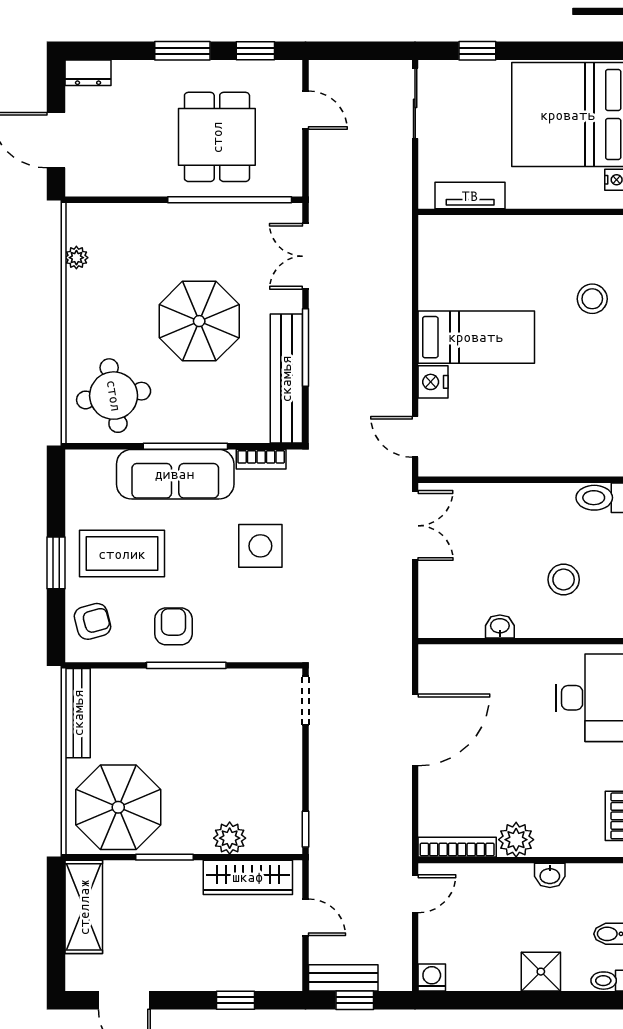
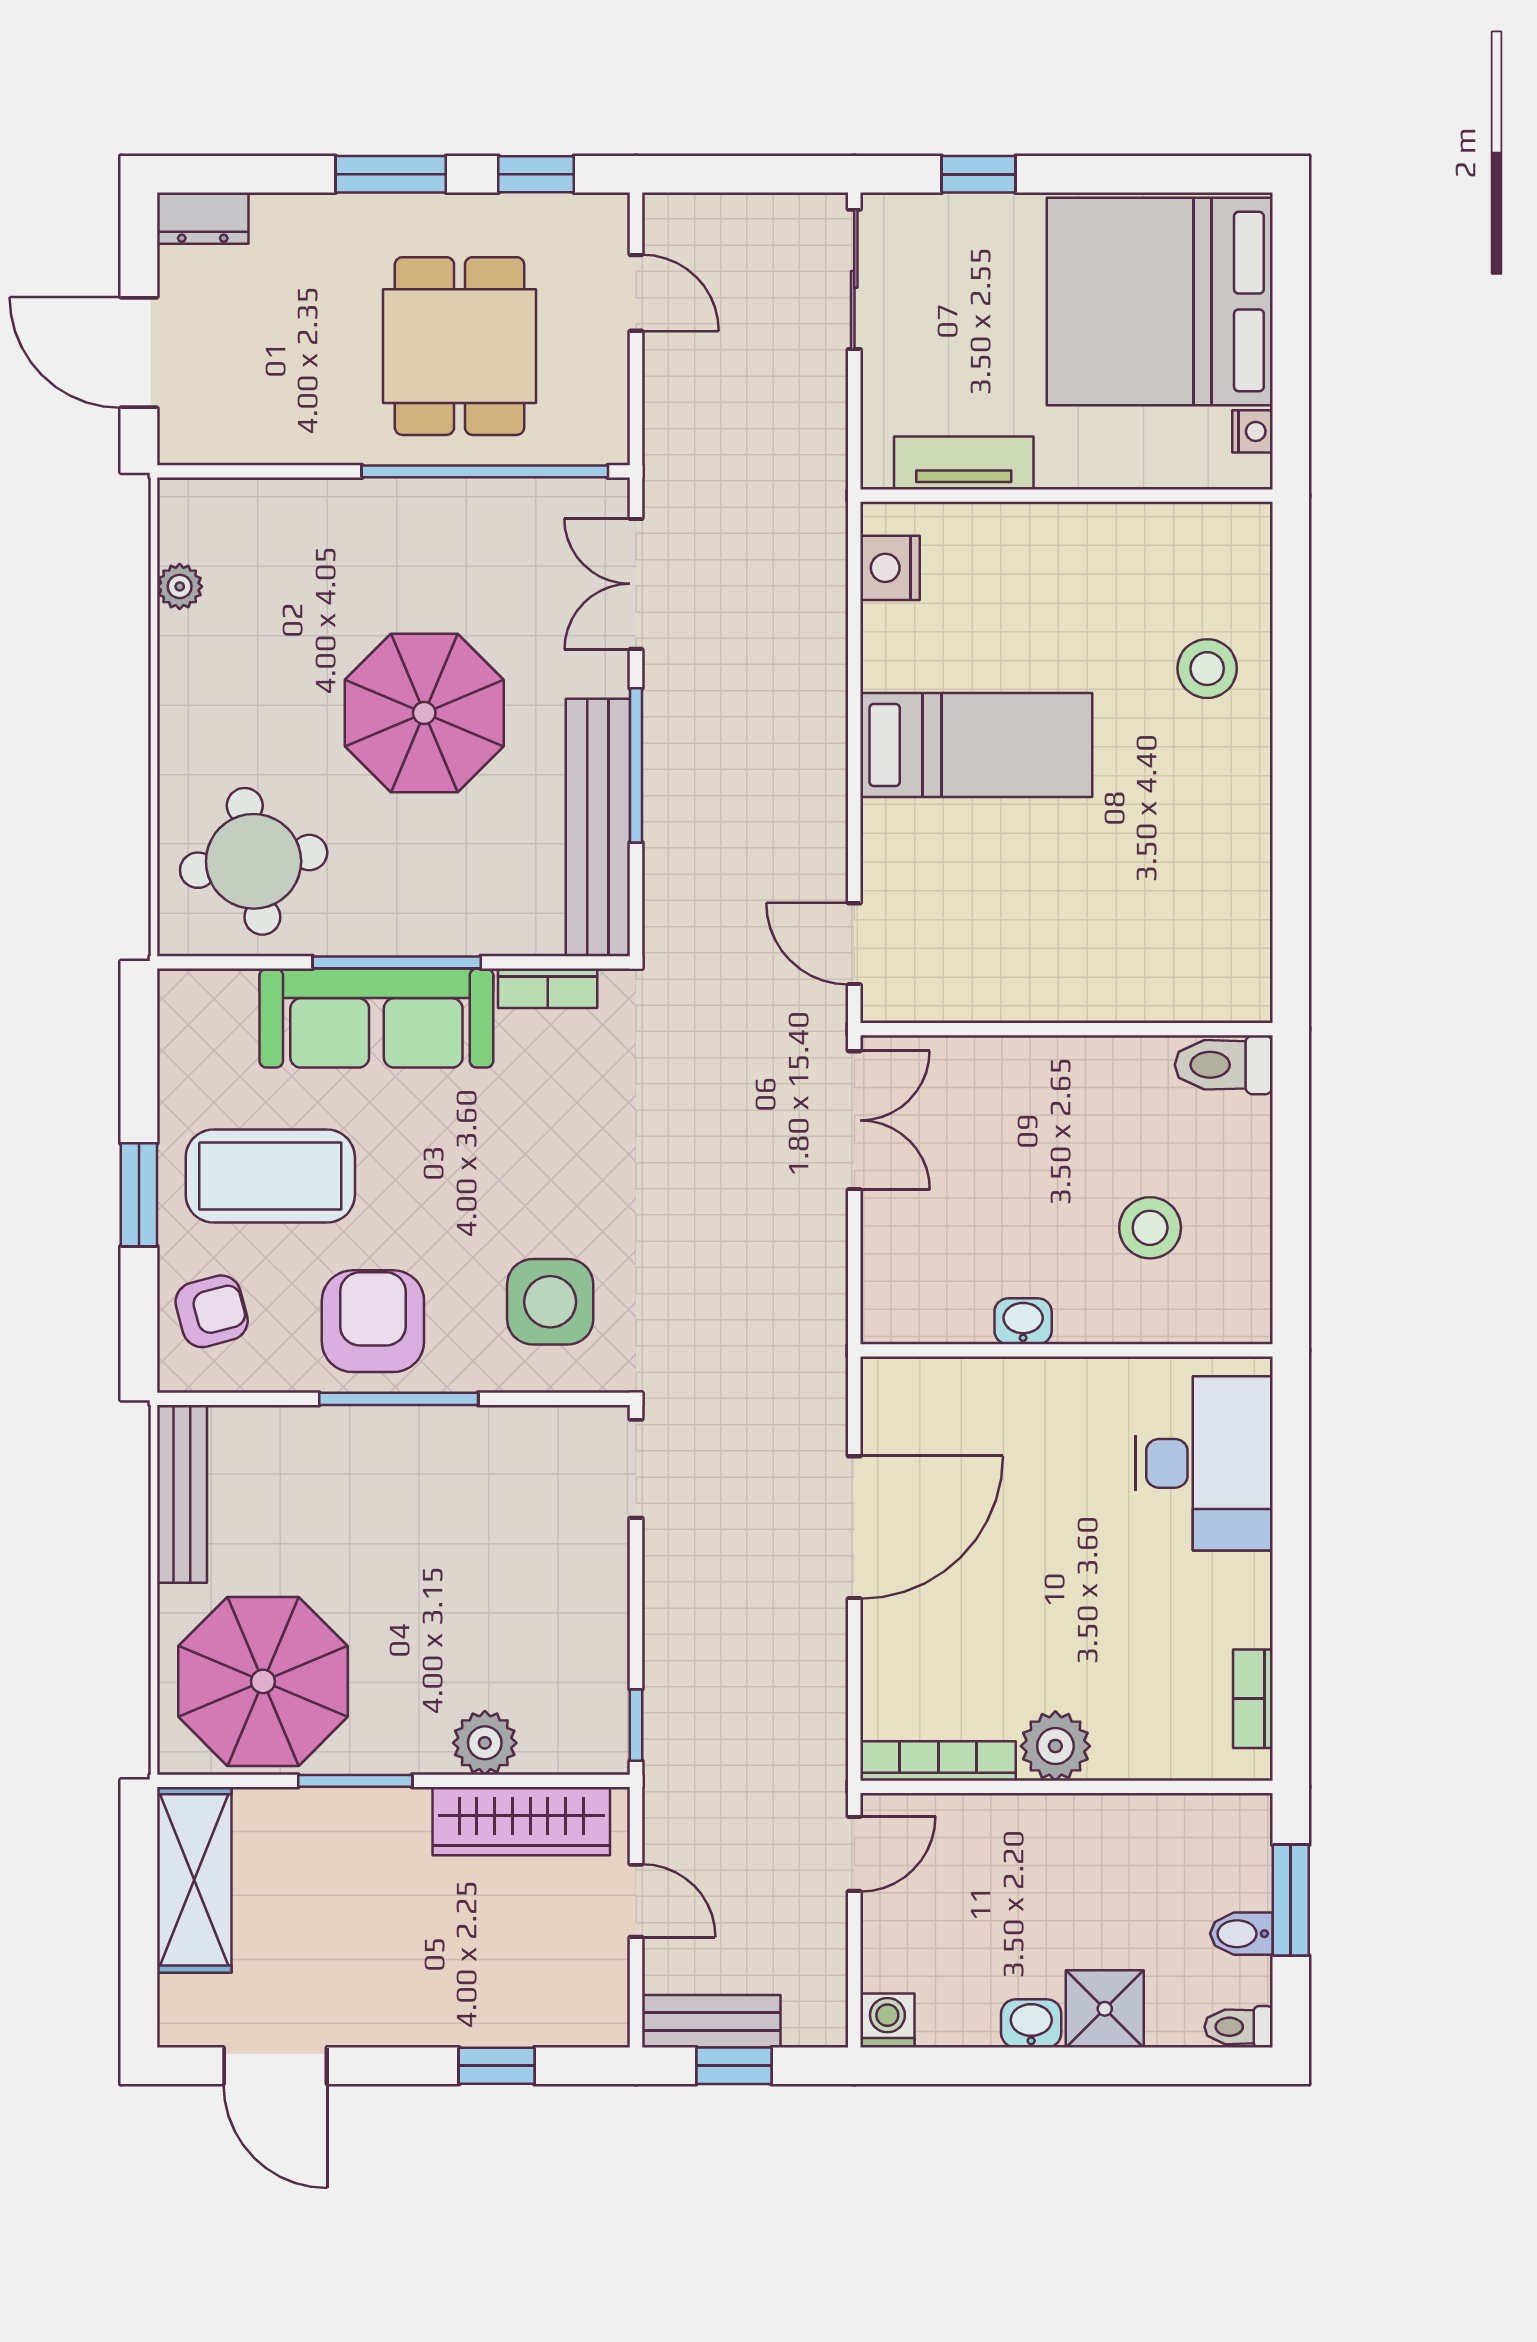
nightstand: (433, 382) -> (890, 568), moved
side table: (260, 546) -> (550, 1302), moved
armchair: (173, 626) -> (373, 1321), width x1.38, depth x1.38
washbasin: (550, 875) -> (1031, 2023), moved, turned 180

